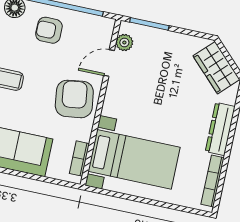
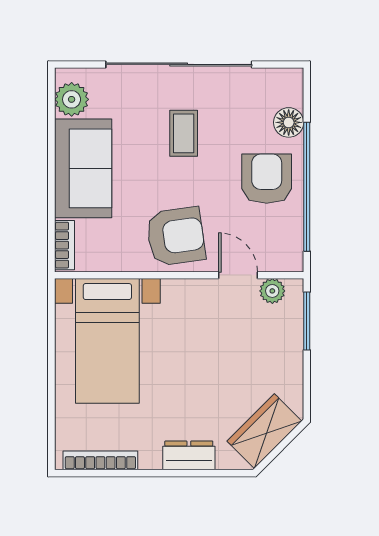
armchair: (49, 30) -> (267, 179), width x1.38, depth x1.38
dresser: (220, 129) -> (189, 455), width x0.70
bookcase: (79, 159) -> (64, 245), moved, turned 90

